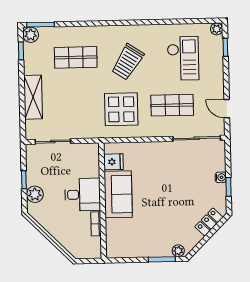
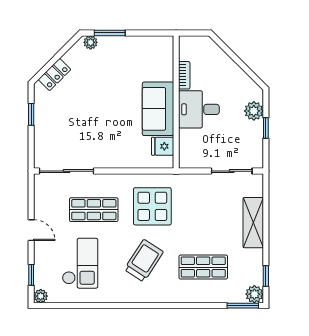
checkout: (183, 58) -> (80, 263), turned 180
door: (227, 109) -> (31, 230), moved
water cooler: (221, 177) -> (40, 126), removed

